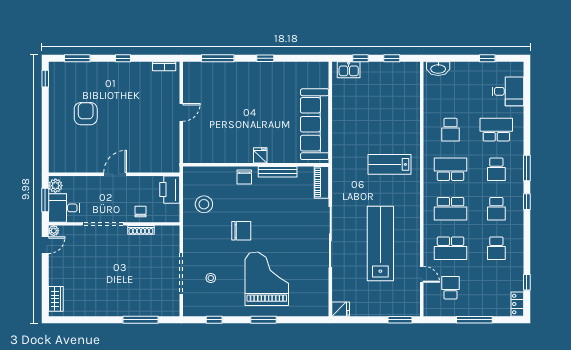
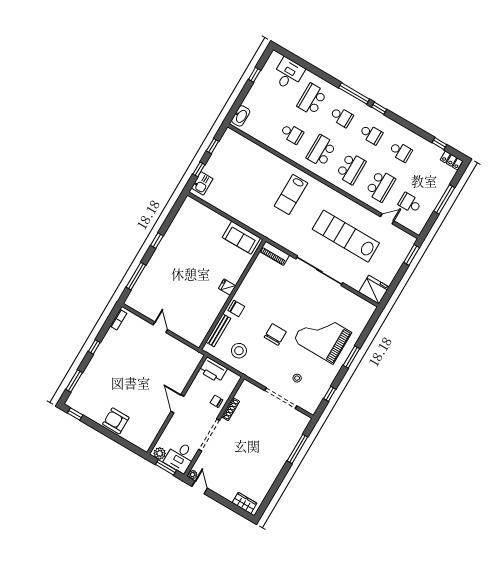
armchair: (86, 114) -> (116, 421), moved
sofa: (315, 124) -> (241, 238), width x0.54, depth x0.79
window: (527, 168) -> (354, 93), width x1.44
bench: (278, 172) -> (218, 330), moved
fridge: (341, 309) -> (374, 290), width x1.88, depth x1.34

